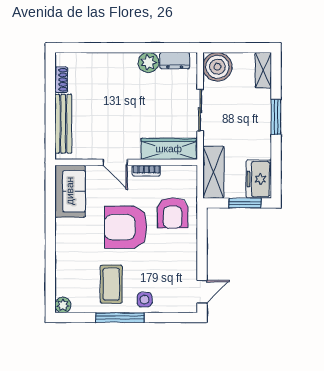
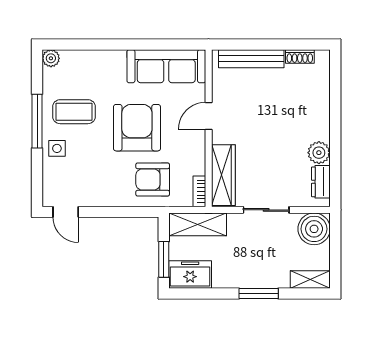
bookcase: (146, 171) -> (199, 191), moved
sofa: (70, 191) -> (166, 66), width x1.36

